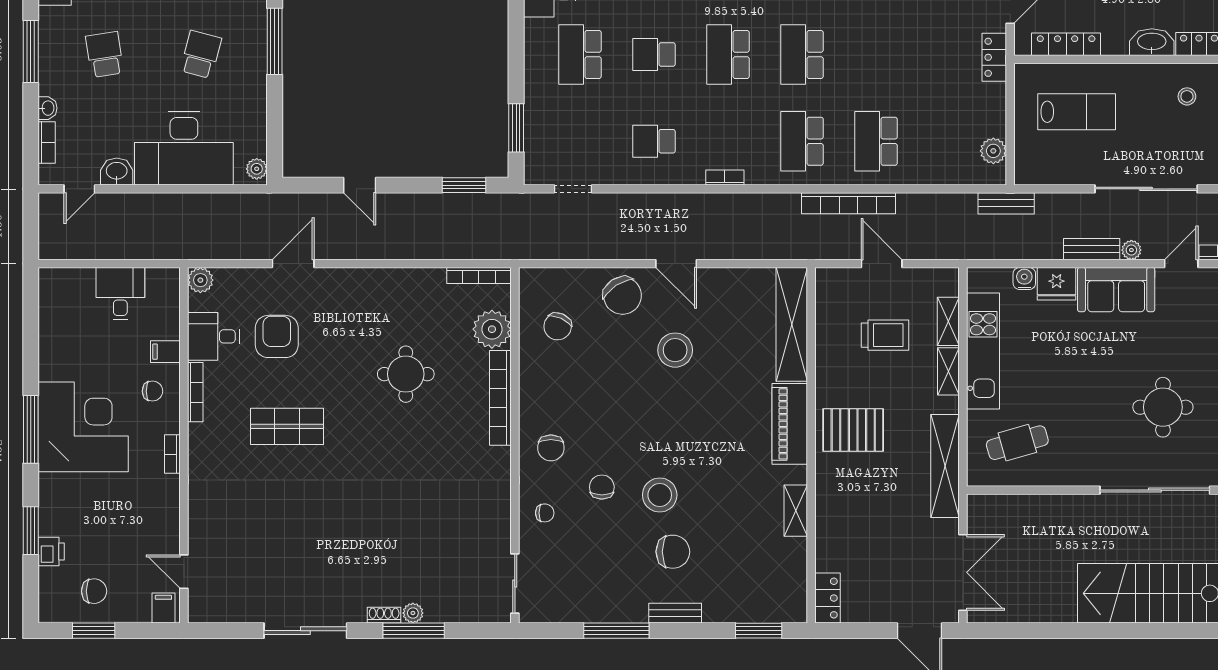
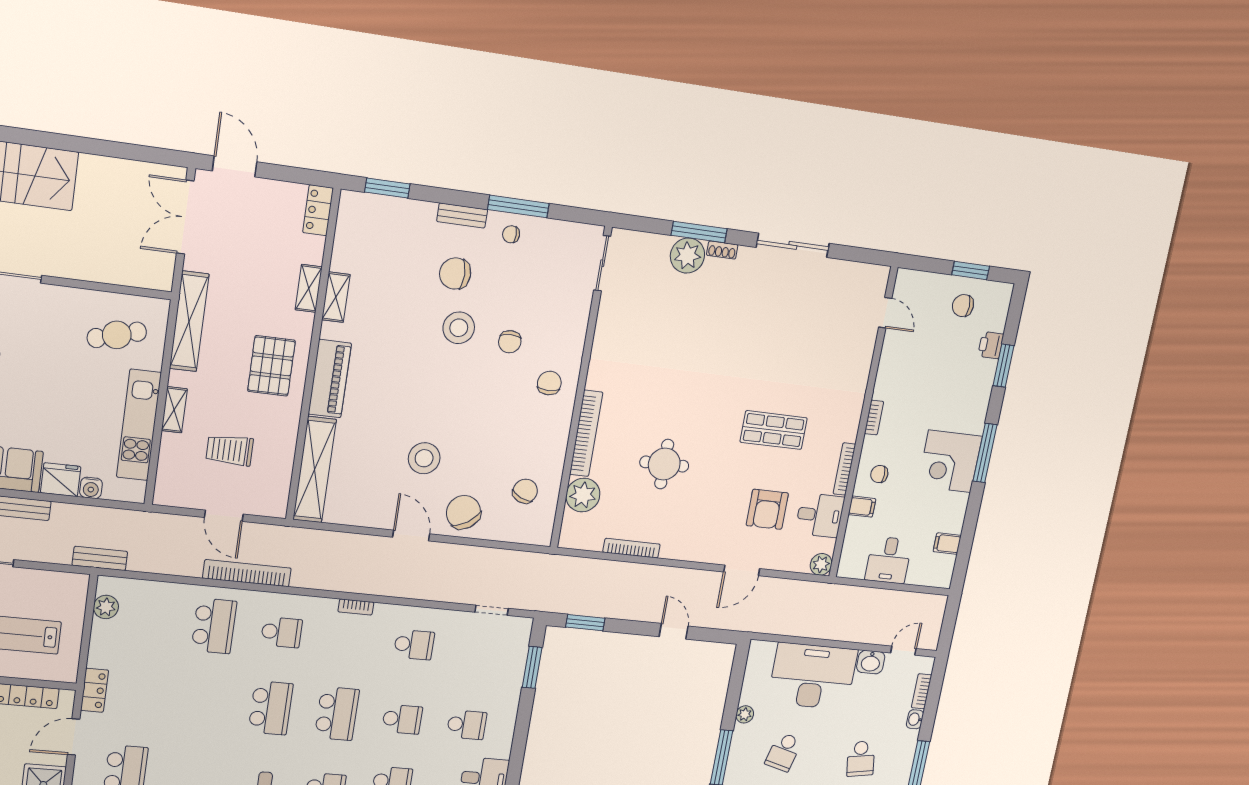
school desk: (580, 54) -> (467, 725), width x0.54
school desk: (802, 141) -> (282, 632), width x0.54
plant: (257, 169) -> (745, 714), moved
bookcase: (479, 276) -> (631, 548), moved
shelving: (948, 321) -> (309, 288), moved
corner desk: (83, 427) -> (950, 461), width x0.74, depth x0.74
pallet: (853, 430) -> (271, 366), turned 90
chair: (545, 513) -> (511, 234), moved
filing cabinet: (163, 608) -> (947, 544), moved, turned 90
plant: (413, 613) -> (687, 256), width x1.87, depth x1.87

